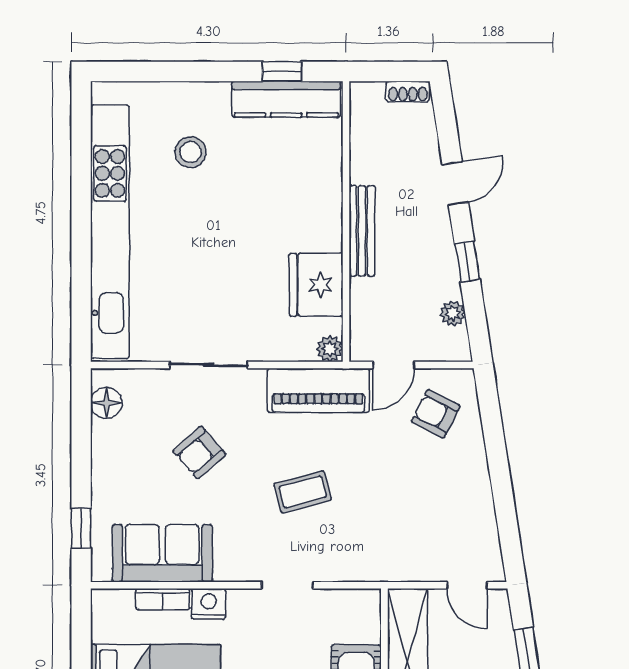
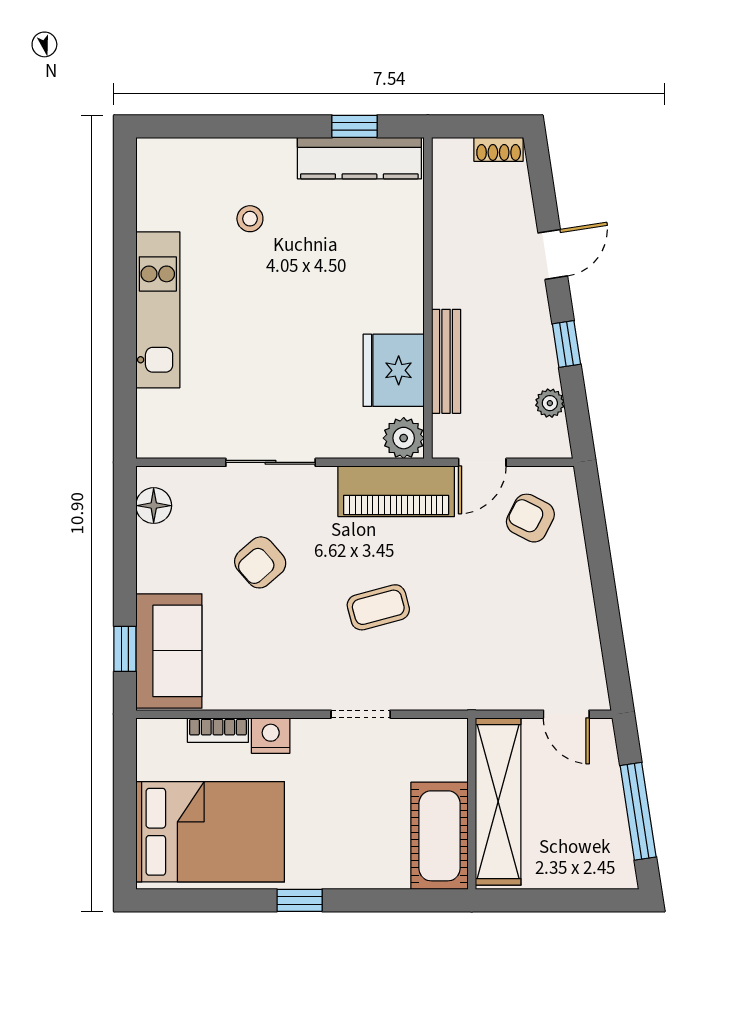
stool: (191, 152) -> (250, 219), width x0.73, depth x0.73
bench: (362, 231) -> (446, 361), moved
kitchen unit: (110, 232) -> (158, 310), width x0.54
plant: (330, 349) -> (404, 438), width x1.38, depth x1.38
sofa: (162, 553) -> (169, 651), moved, turned 90

